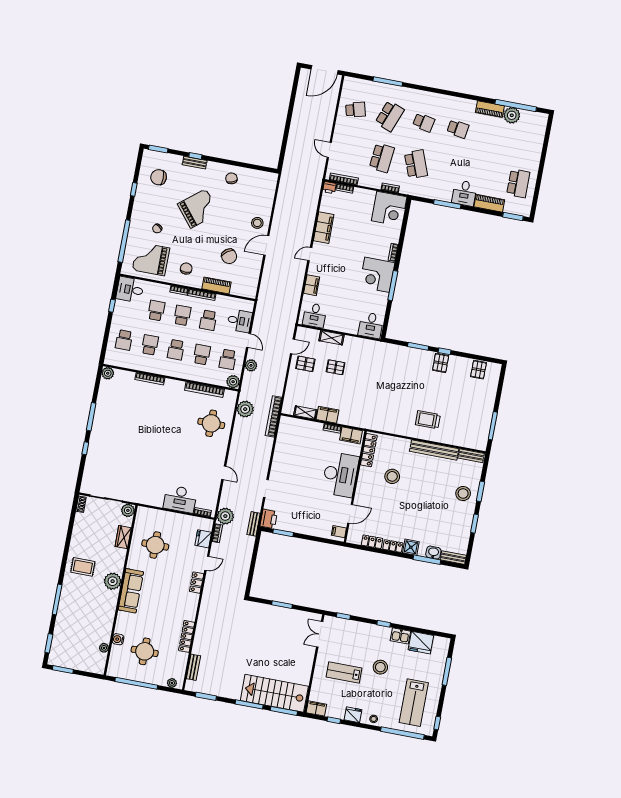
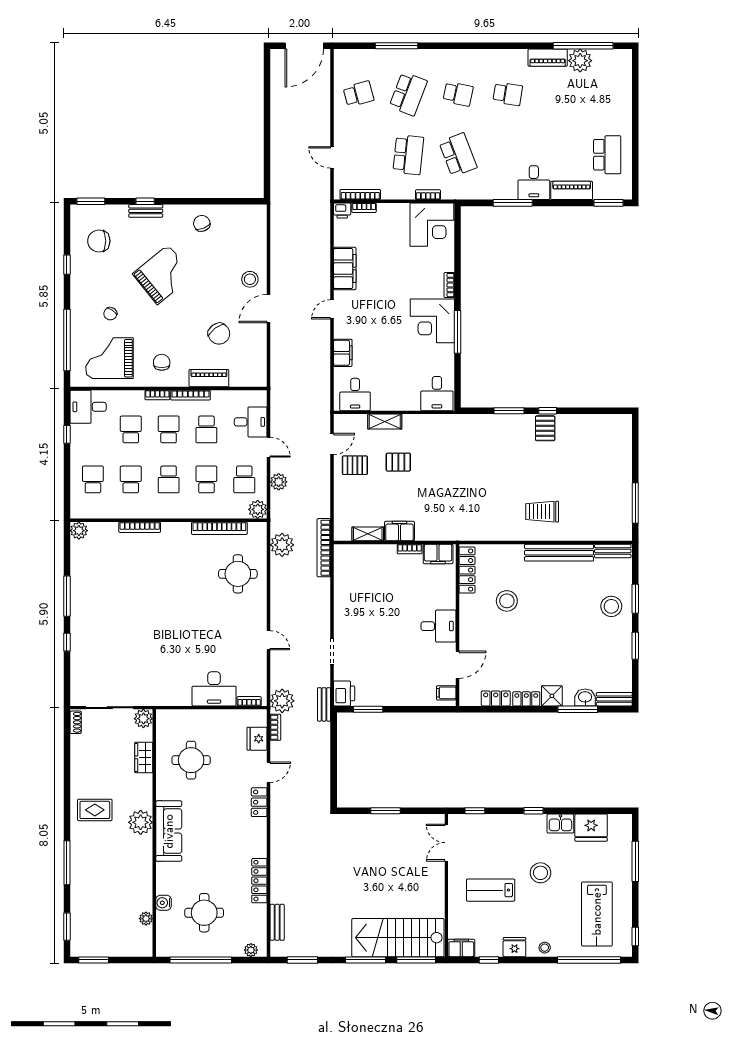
school desk: (124, 340) -> (93, 479), turned 180
pallet: (478, 370) -> (600, 428), removed
desk: (340, 475) -> (438, 626), width x0.53, depth x0.77

